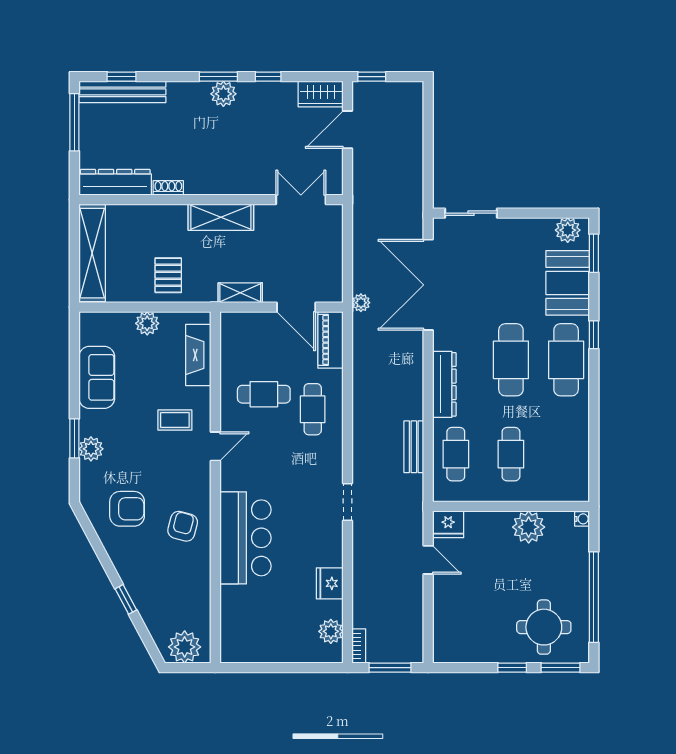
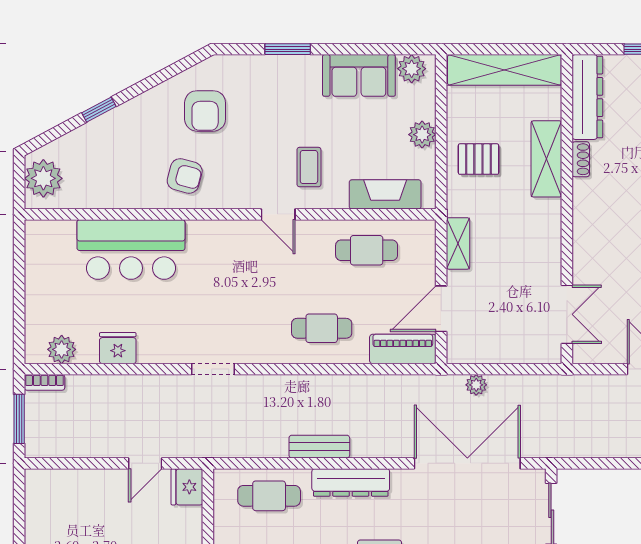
shelving: (221, 217) -> (546, 159), moved
plant: (361, 303) -> (476, 385), moved
cafe table: (264, 394) -> (367, 250), moved, turned 90
bench: (414, 447) -> (319, 447), moved
plant: (91, 449) -> (412, 69), moved
bar counter: (245, 538) -> (131, 250), moved

